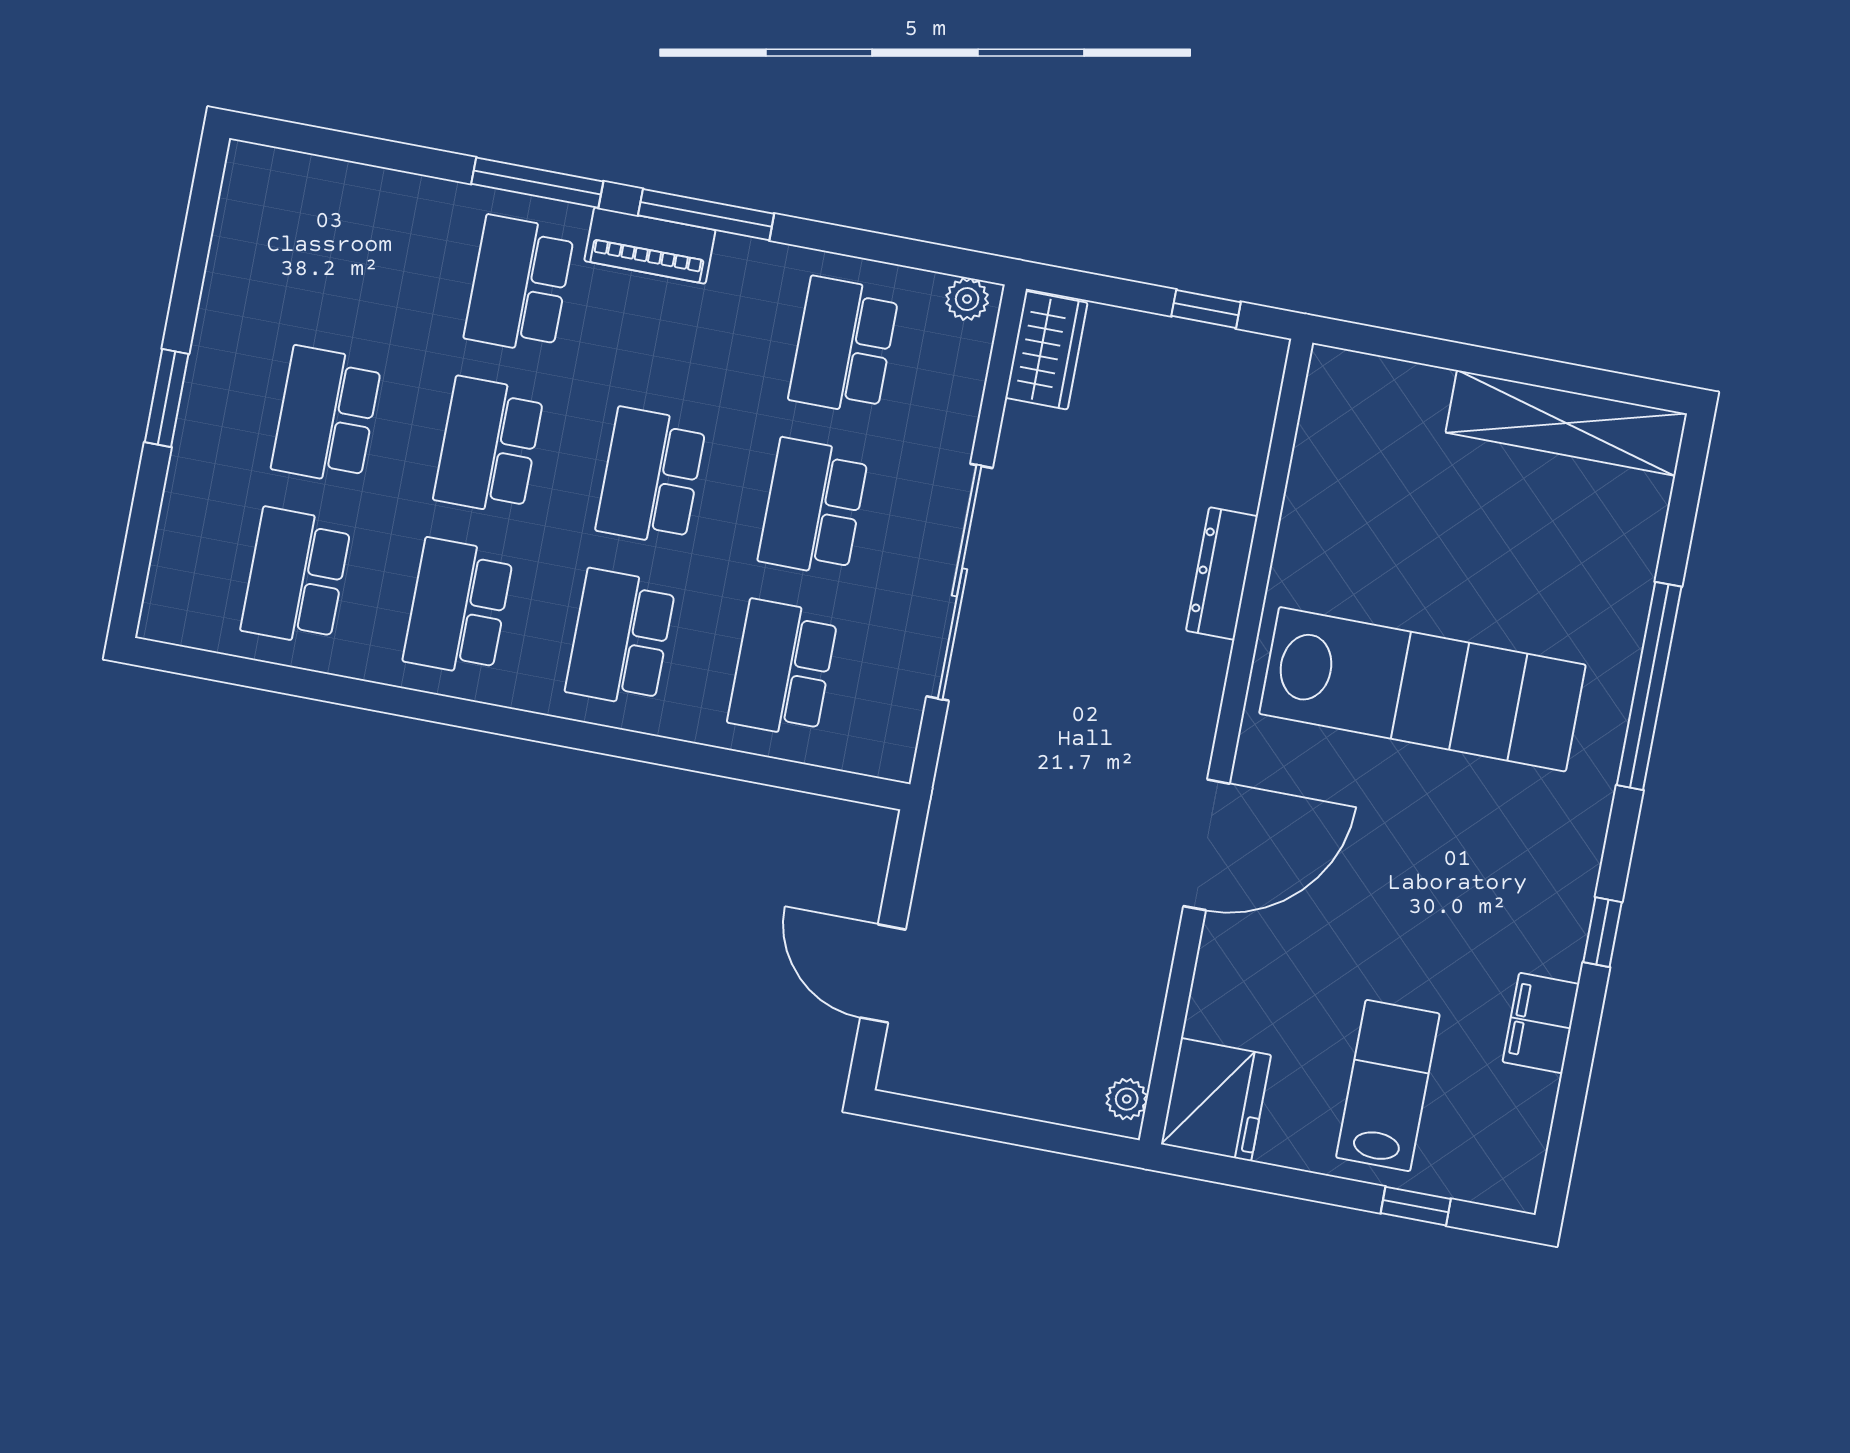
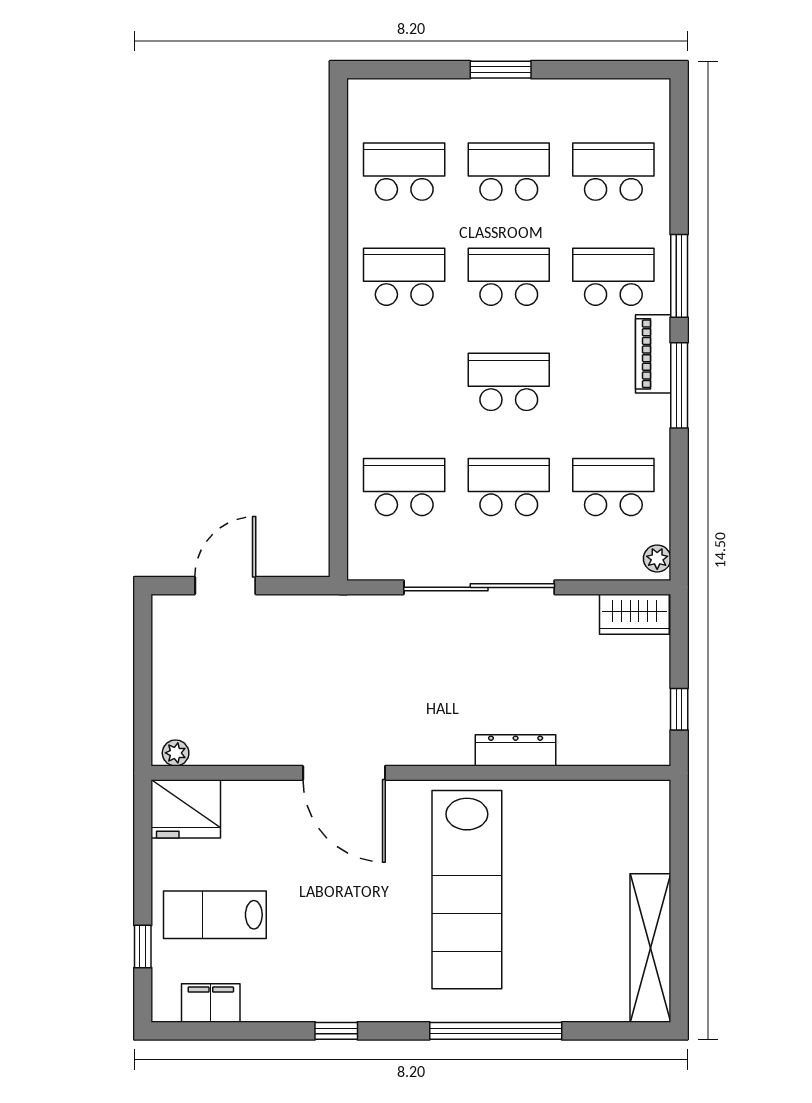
school desk: (621, 638) -> (613, 172), moved
filing cabinet: (1541, 1023) -> (211, 1003), moved
lab bench: (1388, 1086) -> (215, 915), turned 180

